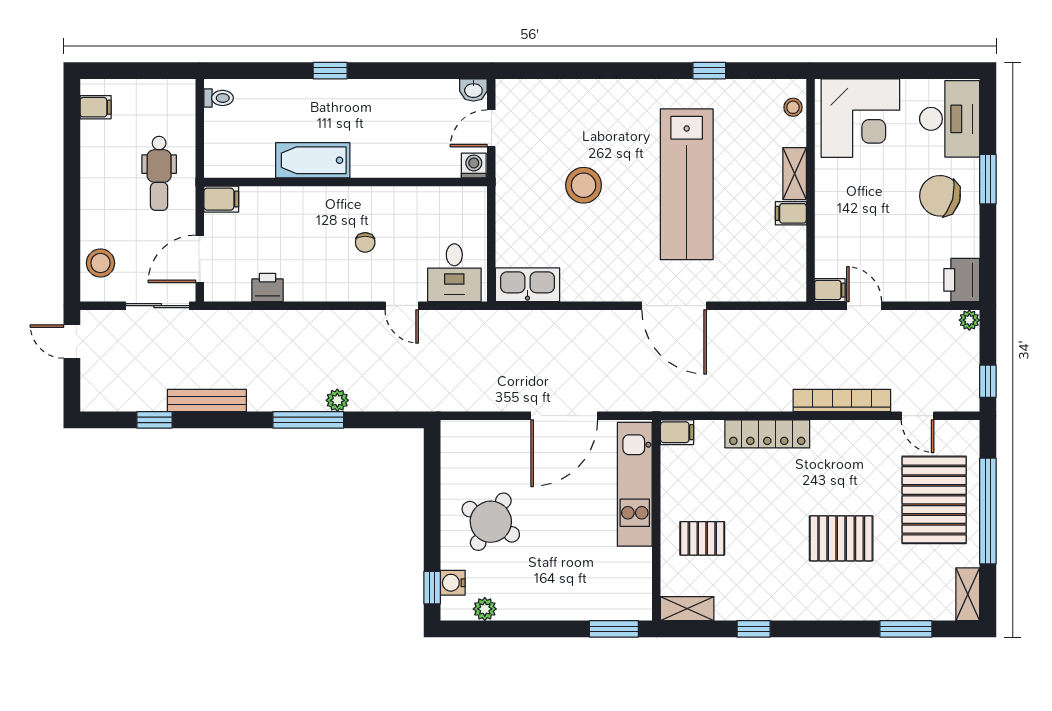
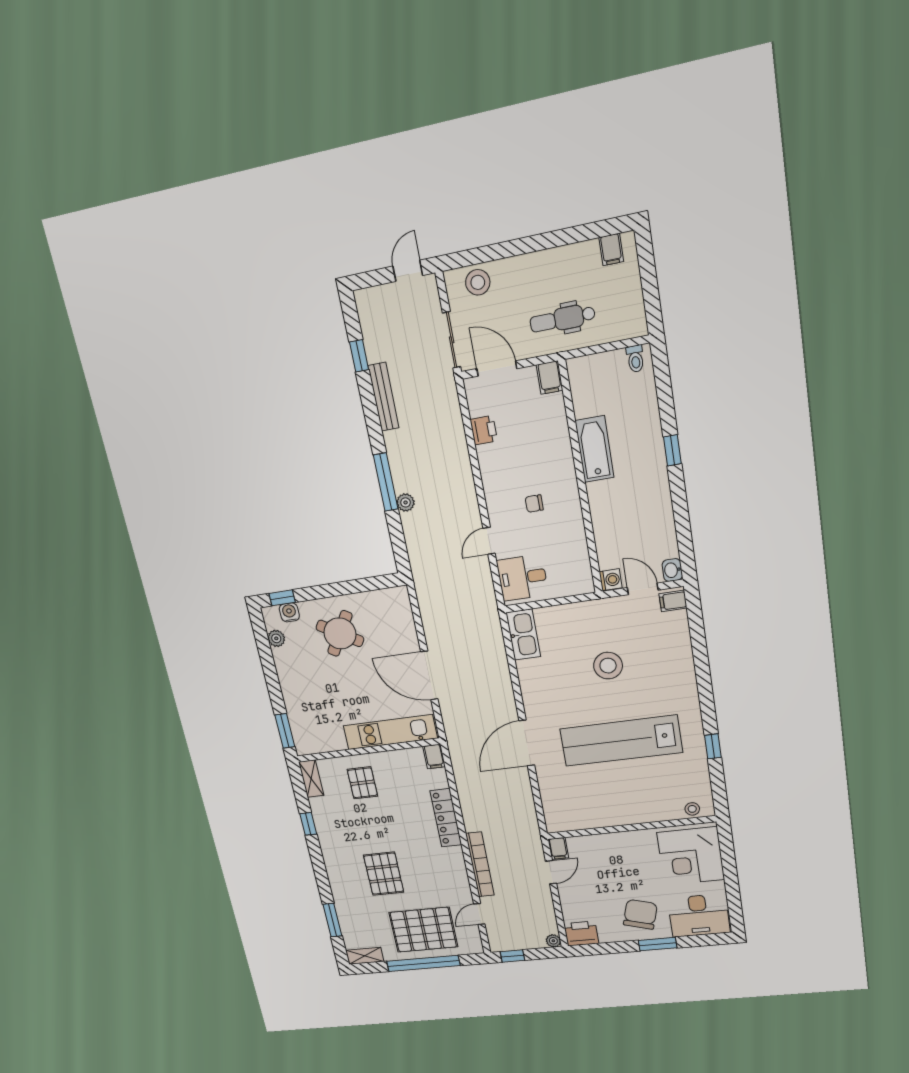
shelving: (795, 174) -> (641, 815), removed
filing cabinet: (791, 213) -> (673, 601), moved, turned -90

